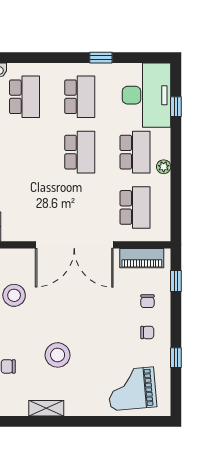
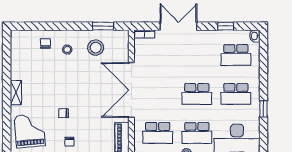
chair: (147, 301) -> (64, 113), moved
stool: (58, 355) -> (67, 49), moved, width x0.53, depth x0.53
shelving: (46, 408) -> (16, 93), moved

